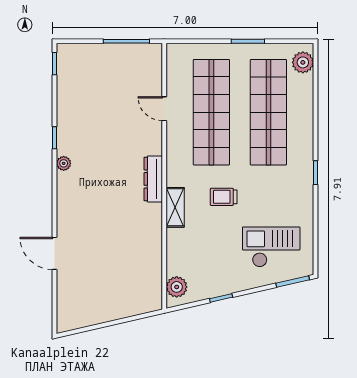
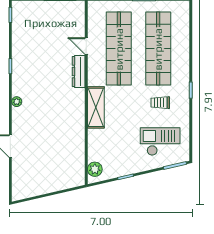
plant: (303, 62) -> (182, 14), removed
plant: (64, 163) -> (17, 102), moved
dresser: (153, 179) -> (79, 71), moved
trolley: (224, 197) -> (160, 103), moved
shelving: (175, 207) -> (96, 107), width x1.50, depth x1.33

